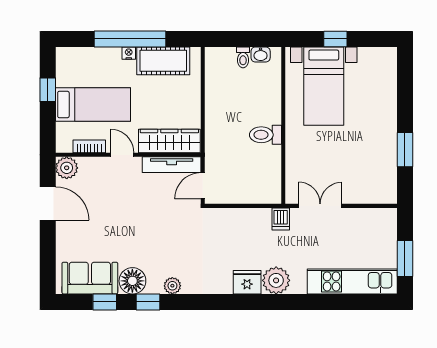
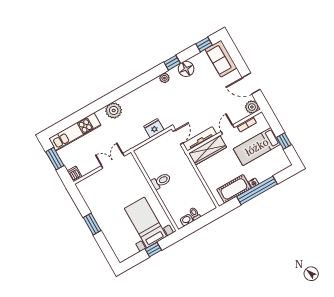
window: (405, 150) -> (92, 224), moved
door: (122, 155) -> (228, 130), swing flipped
double door: (320, 206) -> (113, 161), swing flipped
dishwasher: (281, 219) -> (75, 174), moved
sofa: (90, 278) -> (221, 59), moved, turned 90
fridge: (247, 282) -> (154, 128), moved, turned 180
window: (105, 302) -> (204, 44), moved

